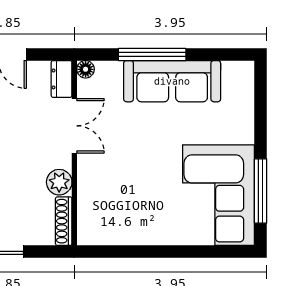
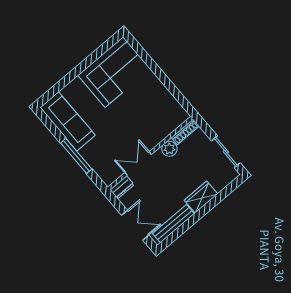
floor lamp: (86, 69) -> (108, 180), removed
sofa: (172, 81) -> (68, 121), moved
window: (260, 191) -> (96, 55), removed

